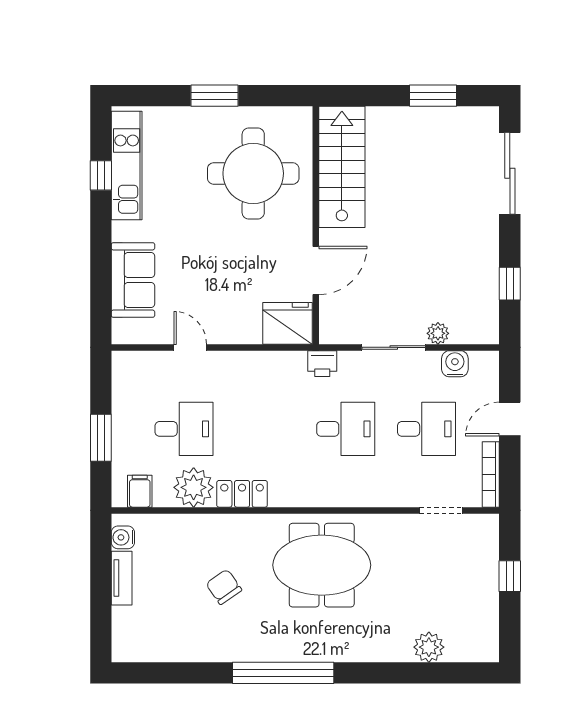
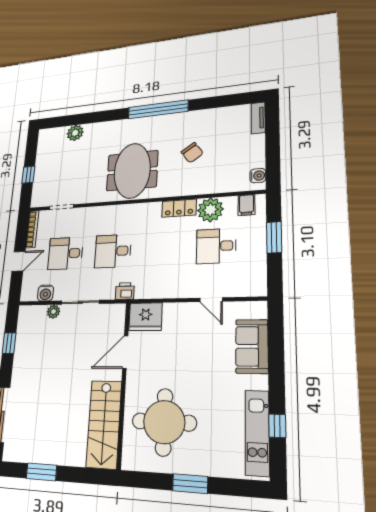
meeting table: (322, 565) -> (132, 171), turned 90
tv unit: (122, 578) -> (258, 118), moved

